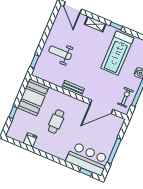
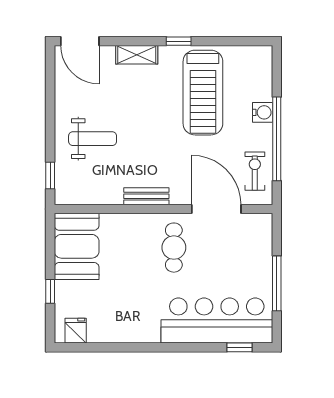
weight bench: (60, 53) -> (93, 139), turned 180
door: (101, 107) -> (216, 209), swing flipped
cafe table: (56, 121) -> (174, 248), moved
fridge: (30, 140) -> (76, 331), moved
bar counter: (87, 159) -> (217, 321), width x1.36

